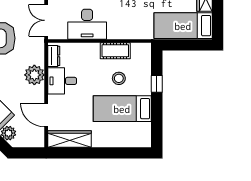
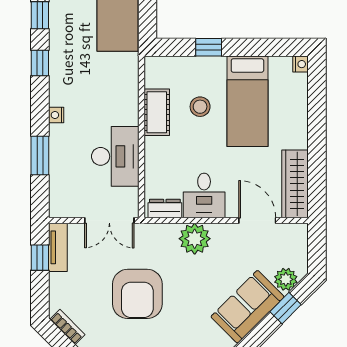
door: (46, 115) -> (257, 220), swing flipped
nightstand: (146, 143) -> (300, 64), added

